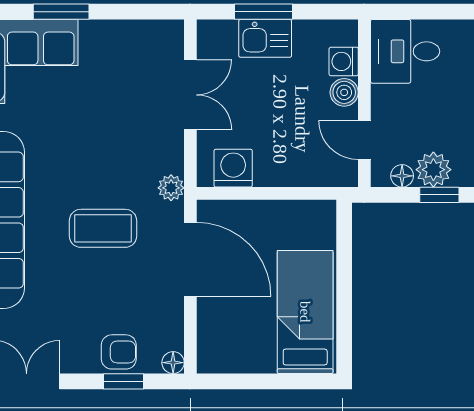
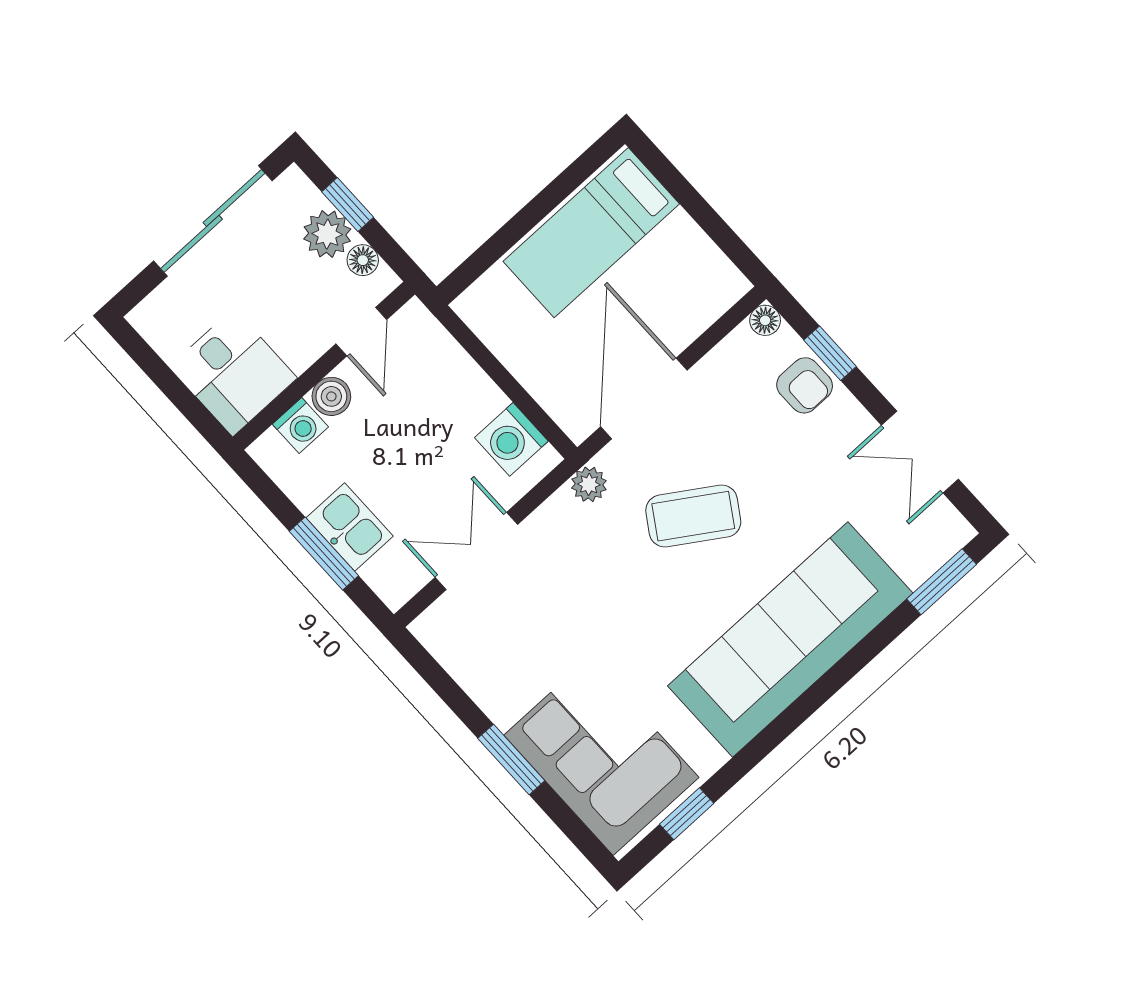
coffee table: (103, 228) -> (693, 516), turned -57
armchair: (119, 352) -> (805, 385), turned 180

